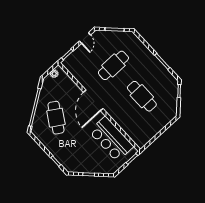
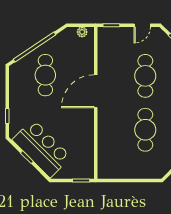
cafe table: (113, 65) -> (145, 76), turned 90
cafe table: (56, 118) -> (45, 75), turned -32
bar counter: (111, 139) -> (42, 148), moved, turned 135

